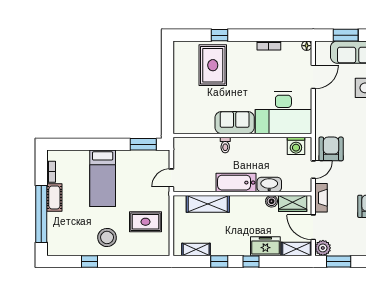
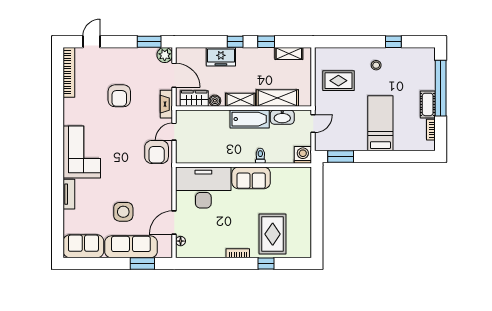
bookcase: (269, 46) -> (238, 253), moved
floor lamp: (307, 46) -> (181, 241), moved
washing machine: (296, 146) -> (303, 155), moved
washbasin: (269, 185) -> (282, 117), moved
stool: (107, 237) -> (376, 65), width x0.53, depth x0.53
shelving: (296, 249) -> (241, 100), moved

